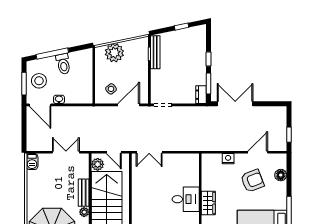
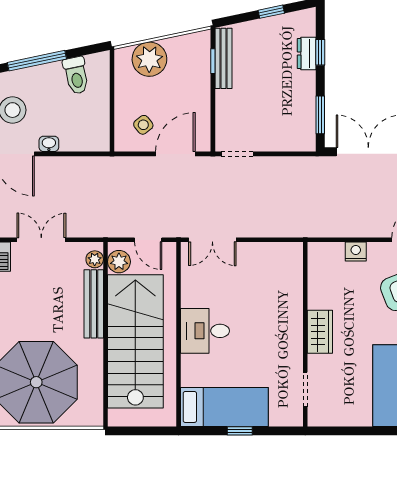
window: (209, 59) -> (320, 52), moved
toilet: (63, 64) -> (76, 75), moved
dresser: (201, 95) -> (307, 54), moved
double door: (66, 152) -> (41, 240), moved
bench: (84, 193) -> (94, 304), width x1.36
desk: (186, 199) -> (205, 331), moved, turned 180
plant: (84, 212) -> (95, 259), moved

